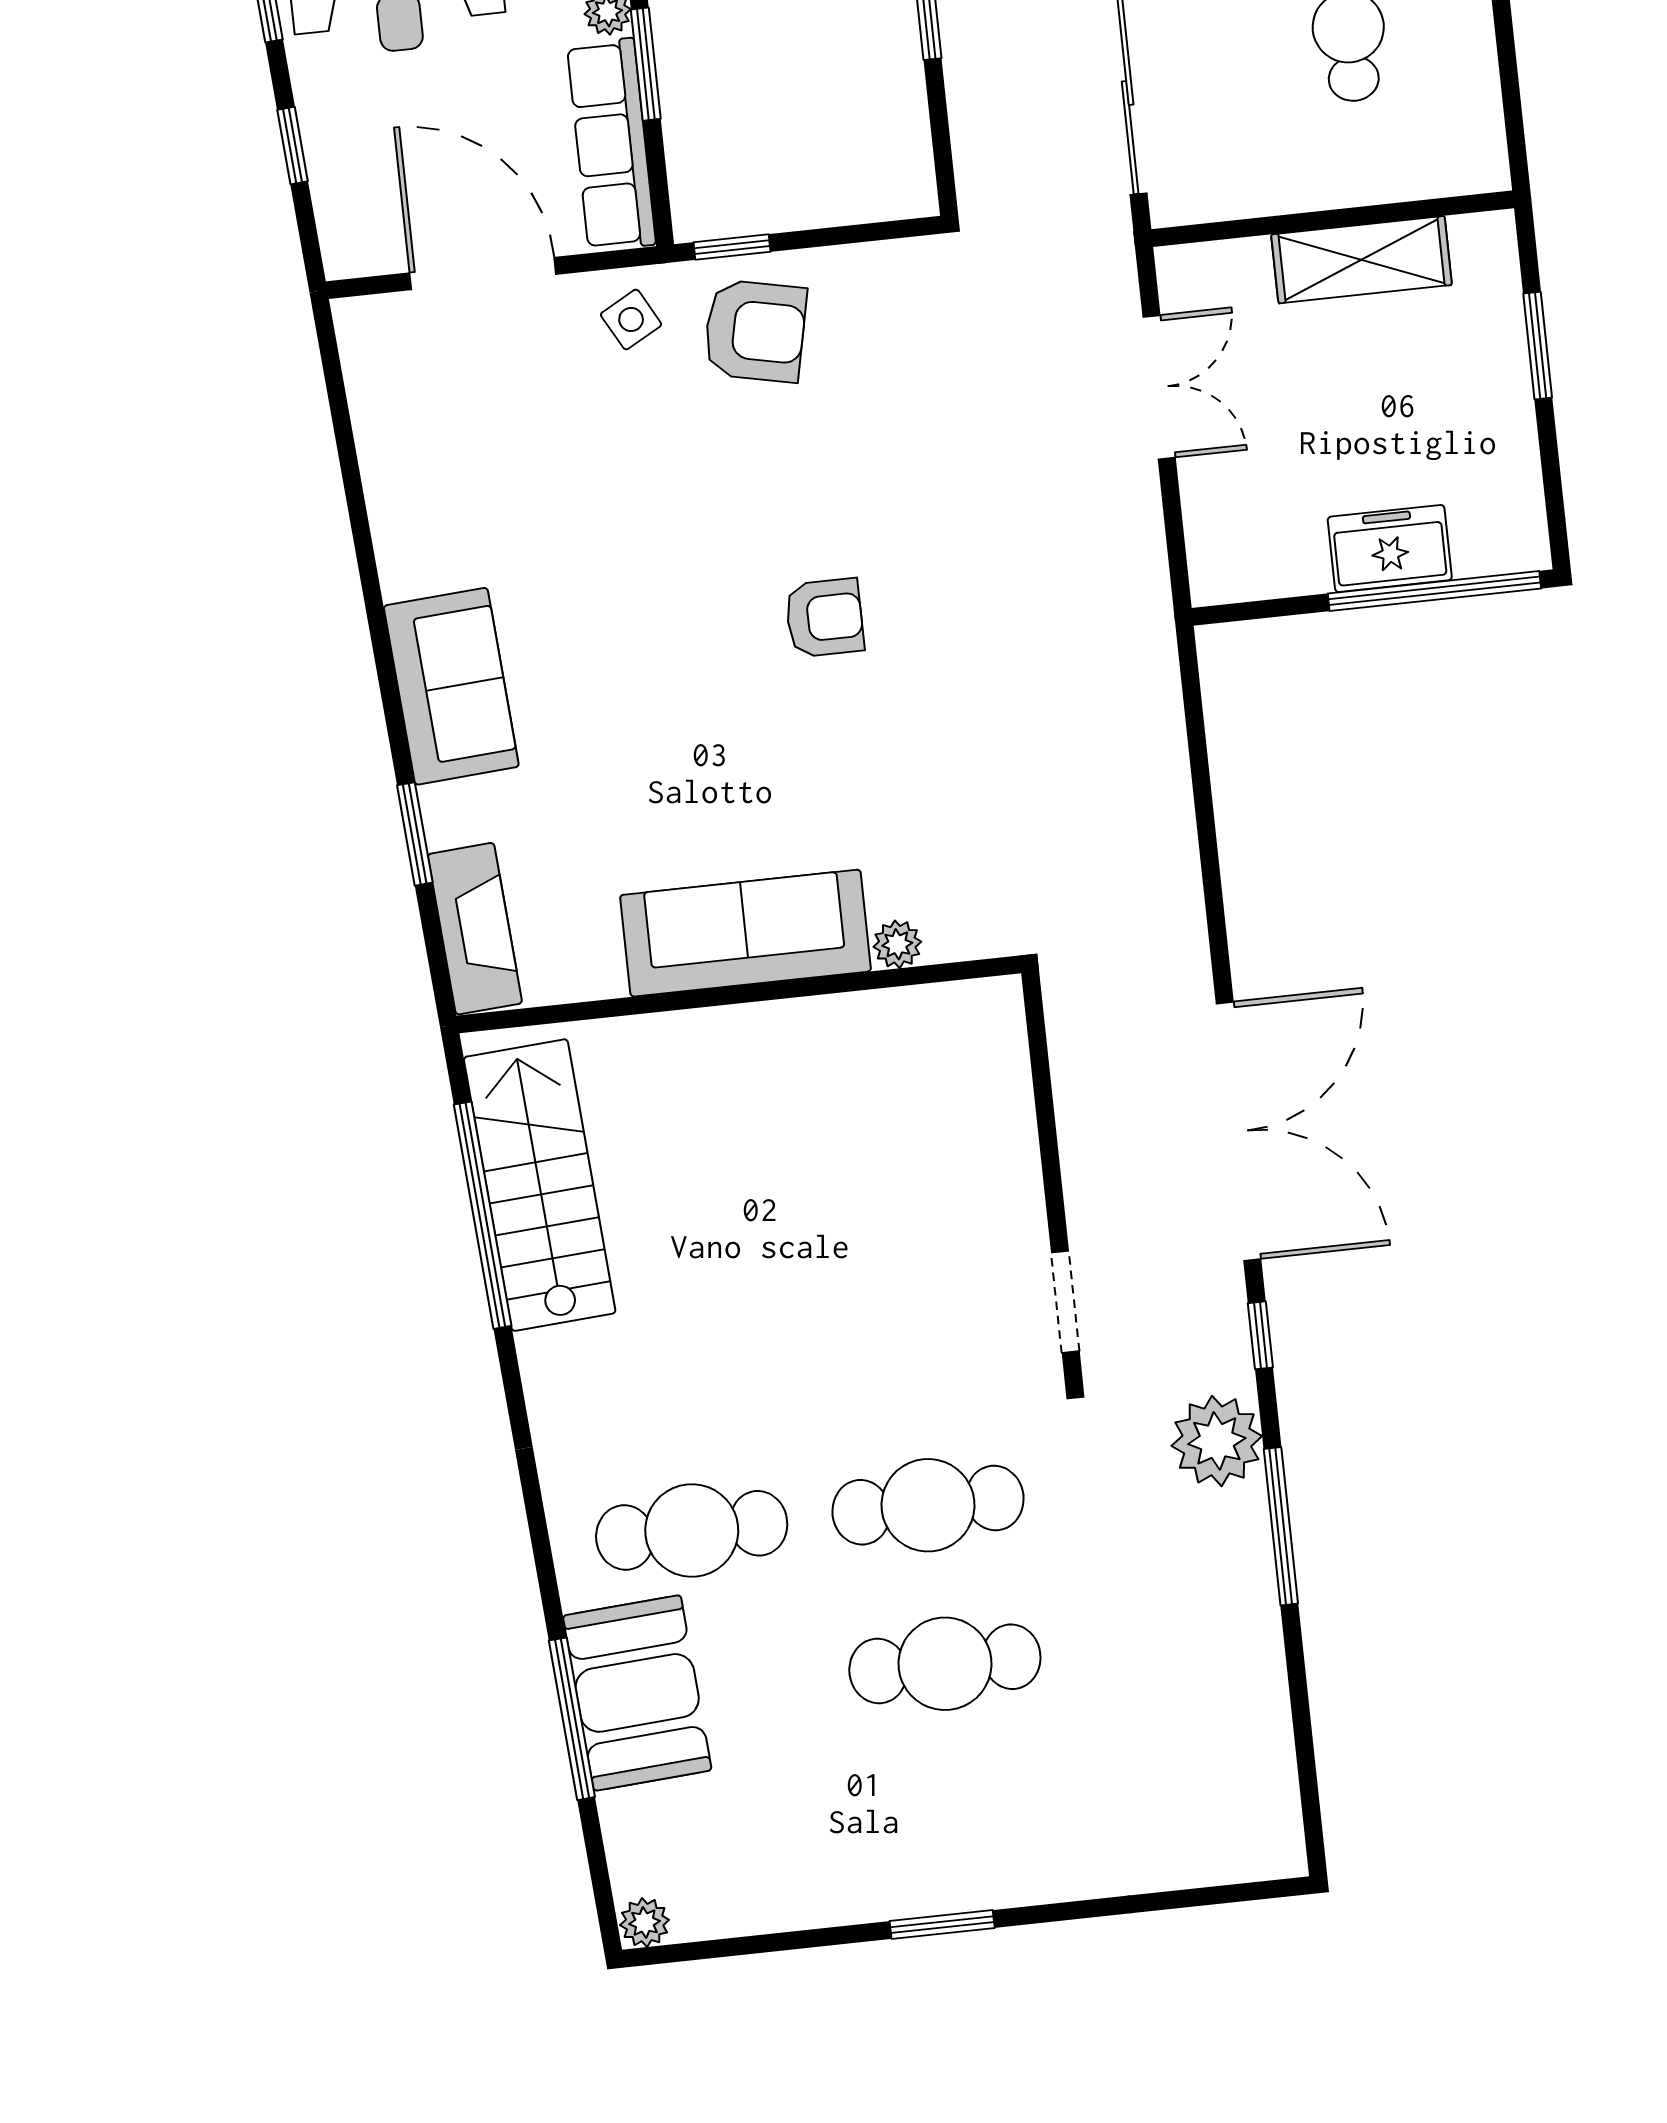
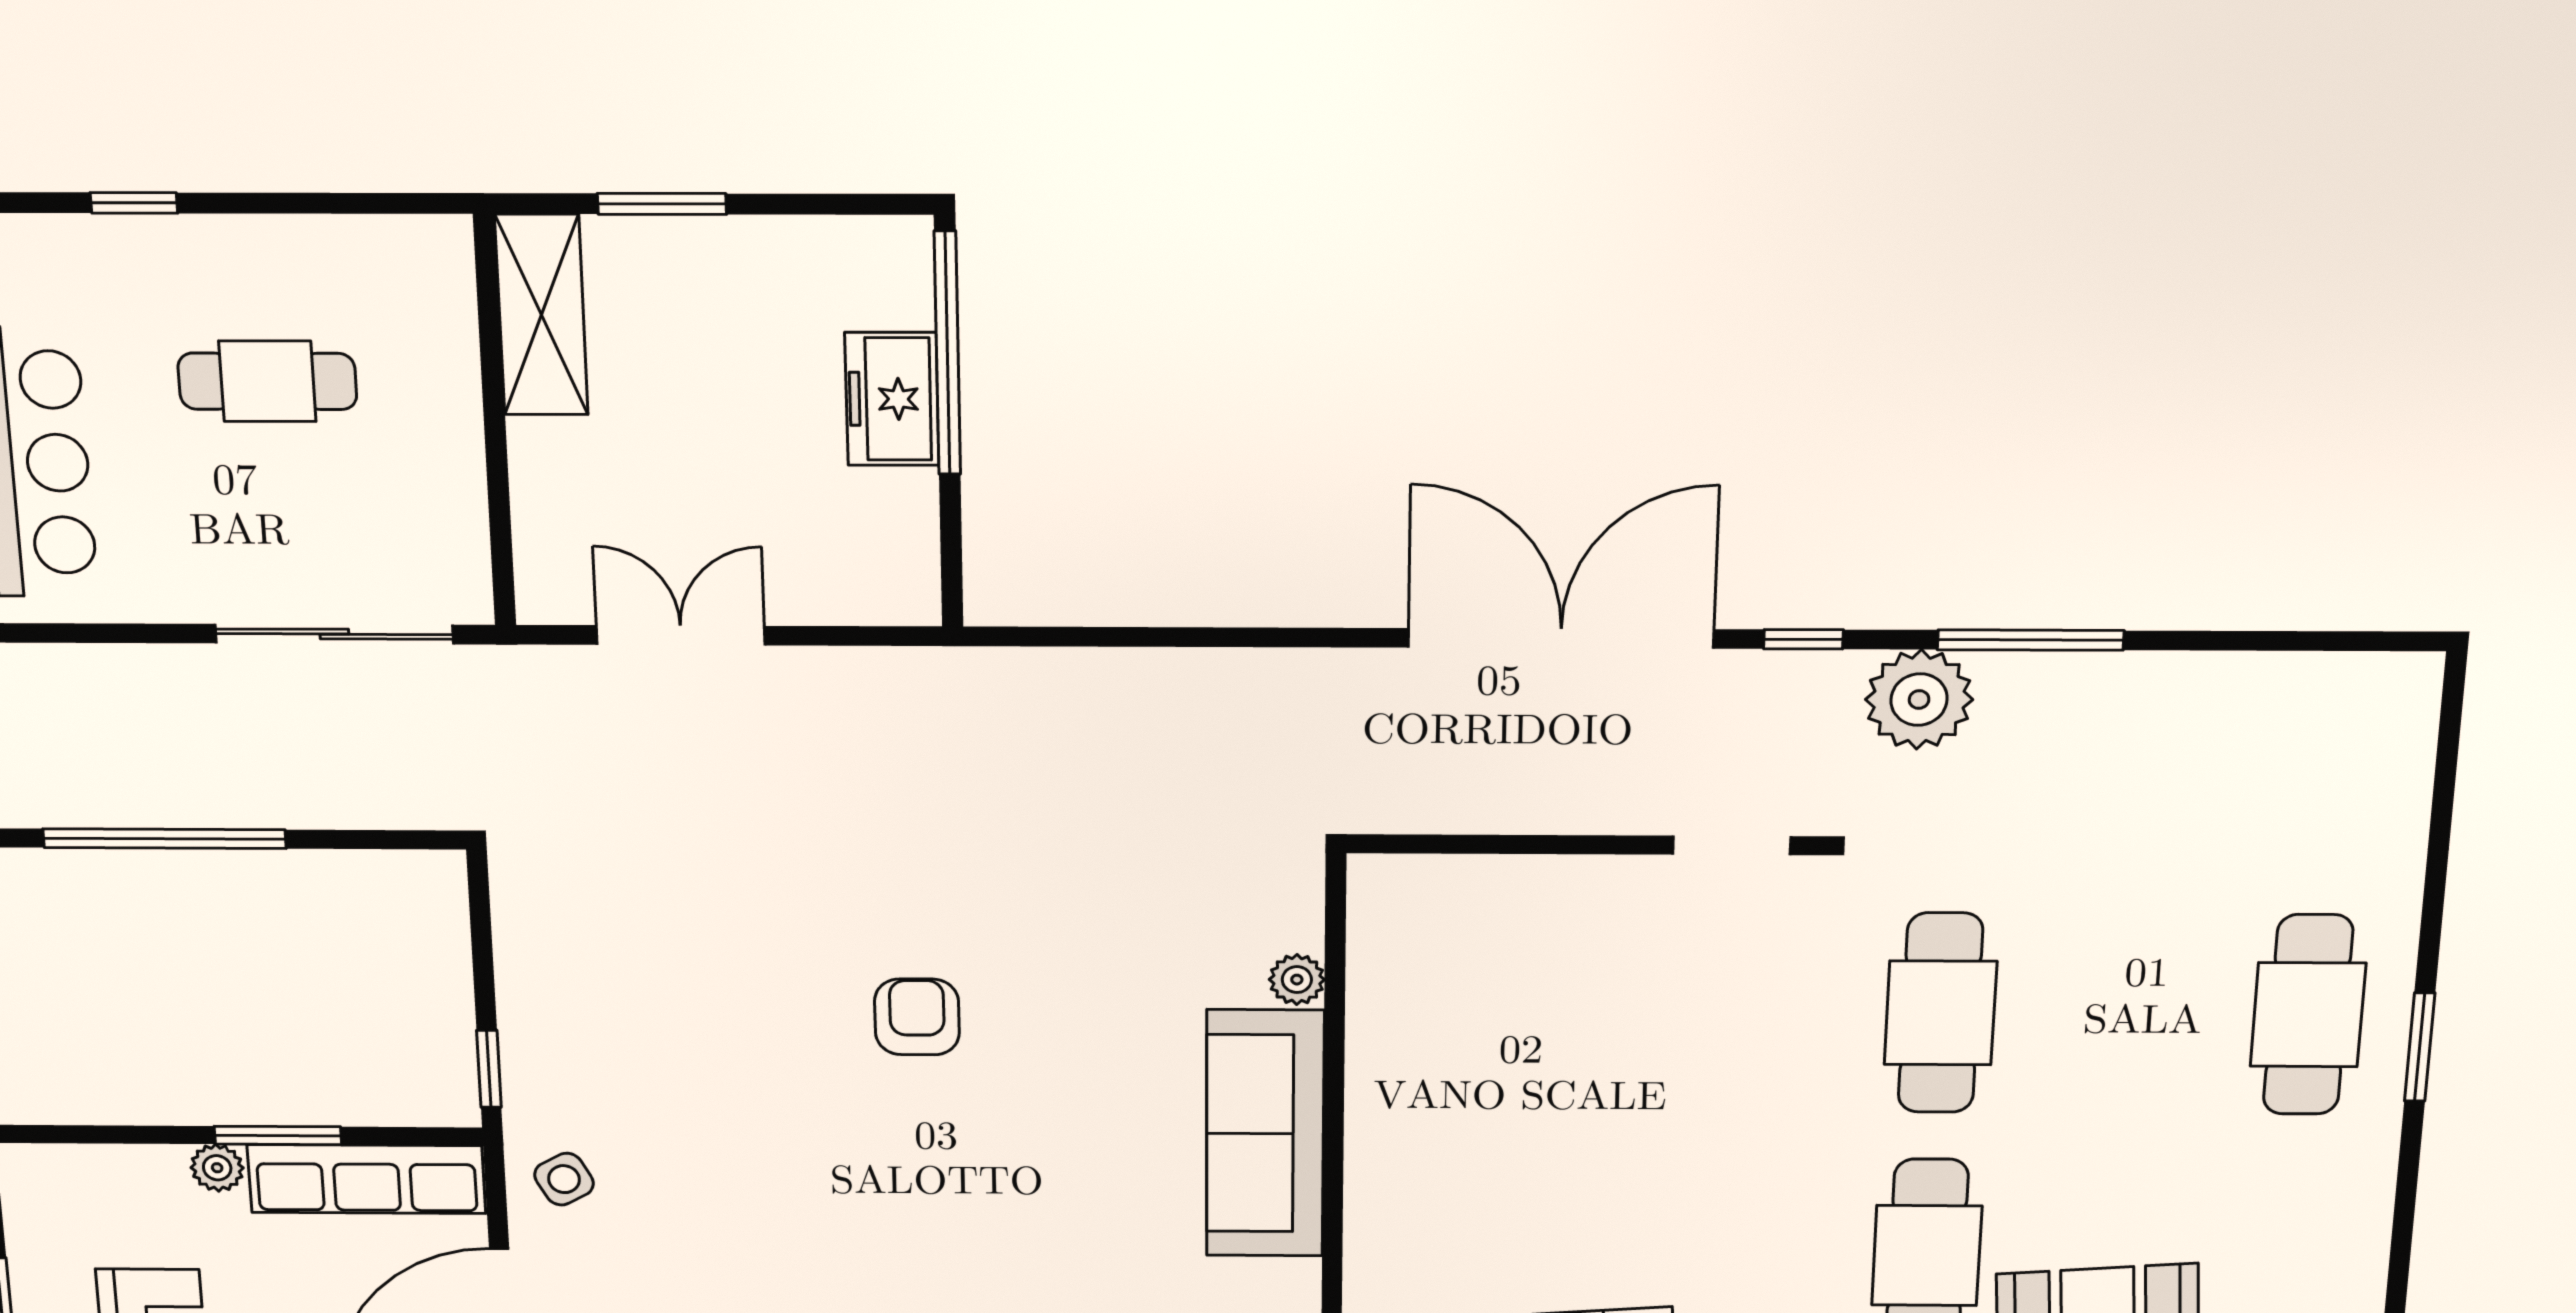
shelving: (1362, 260) -> (541, 315), moved
armchair: (755, 331) -> (585, 1055), removed
cafe table: (945, 1664) -> (2308, 1015), moved

